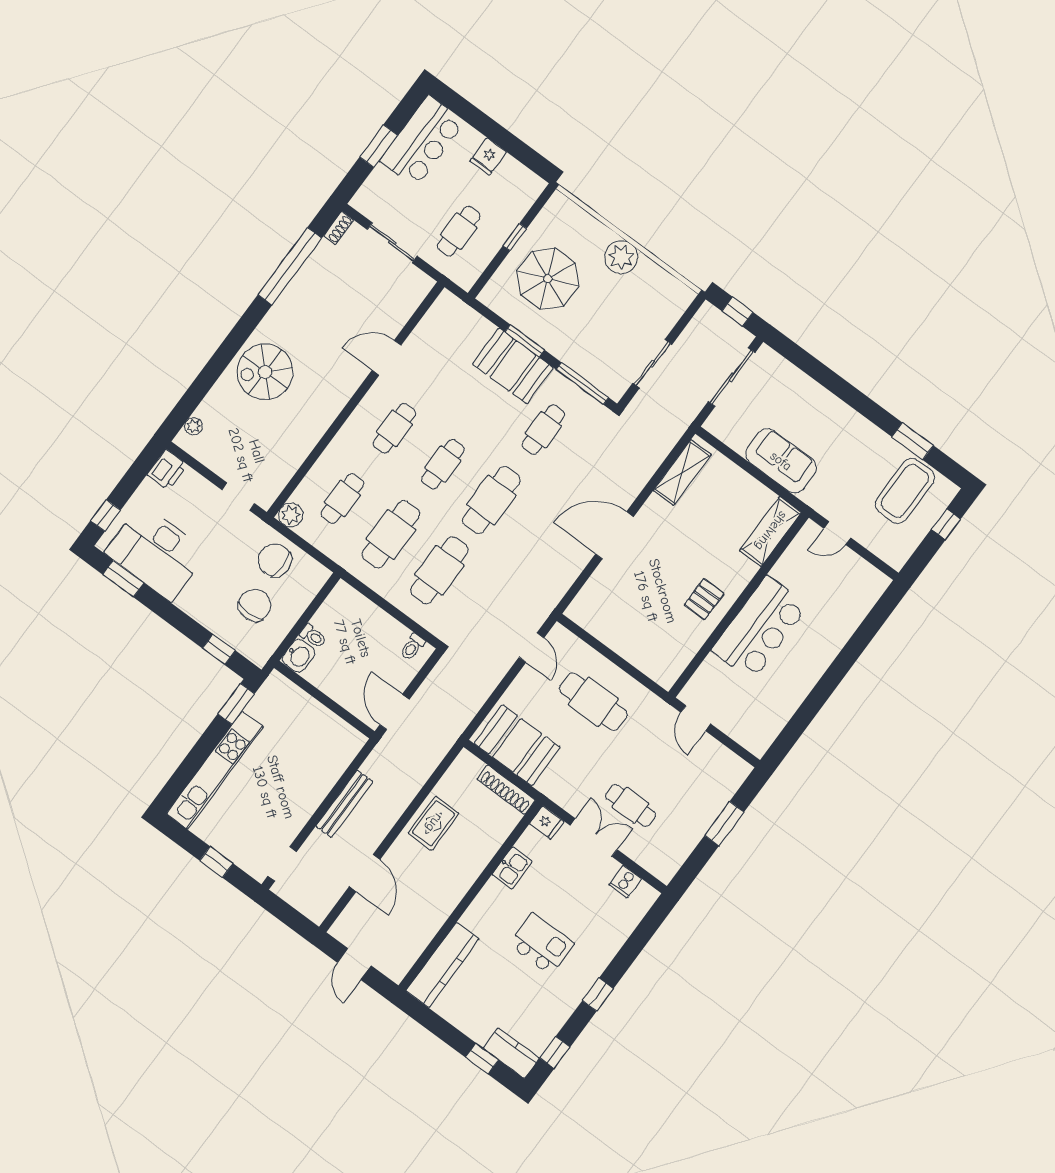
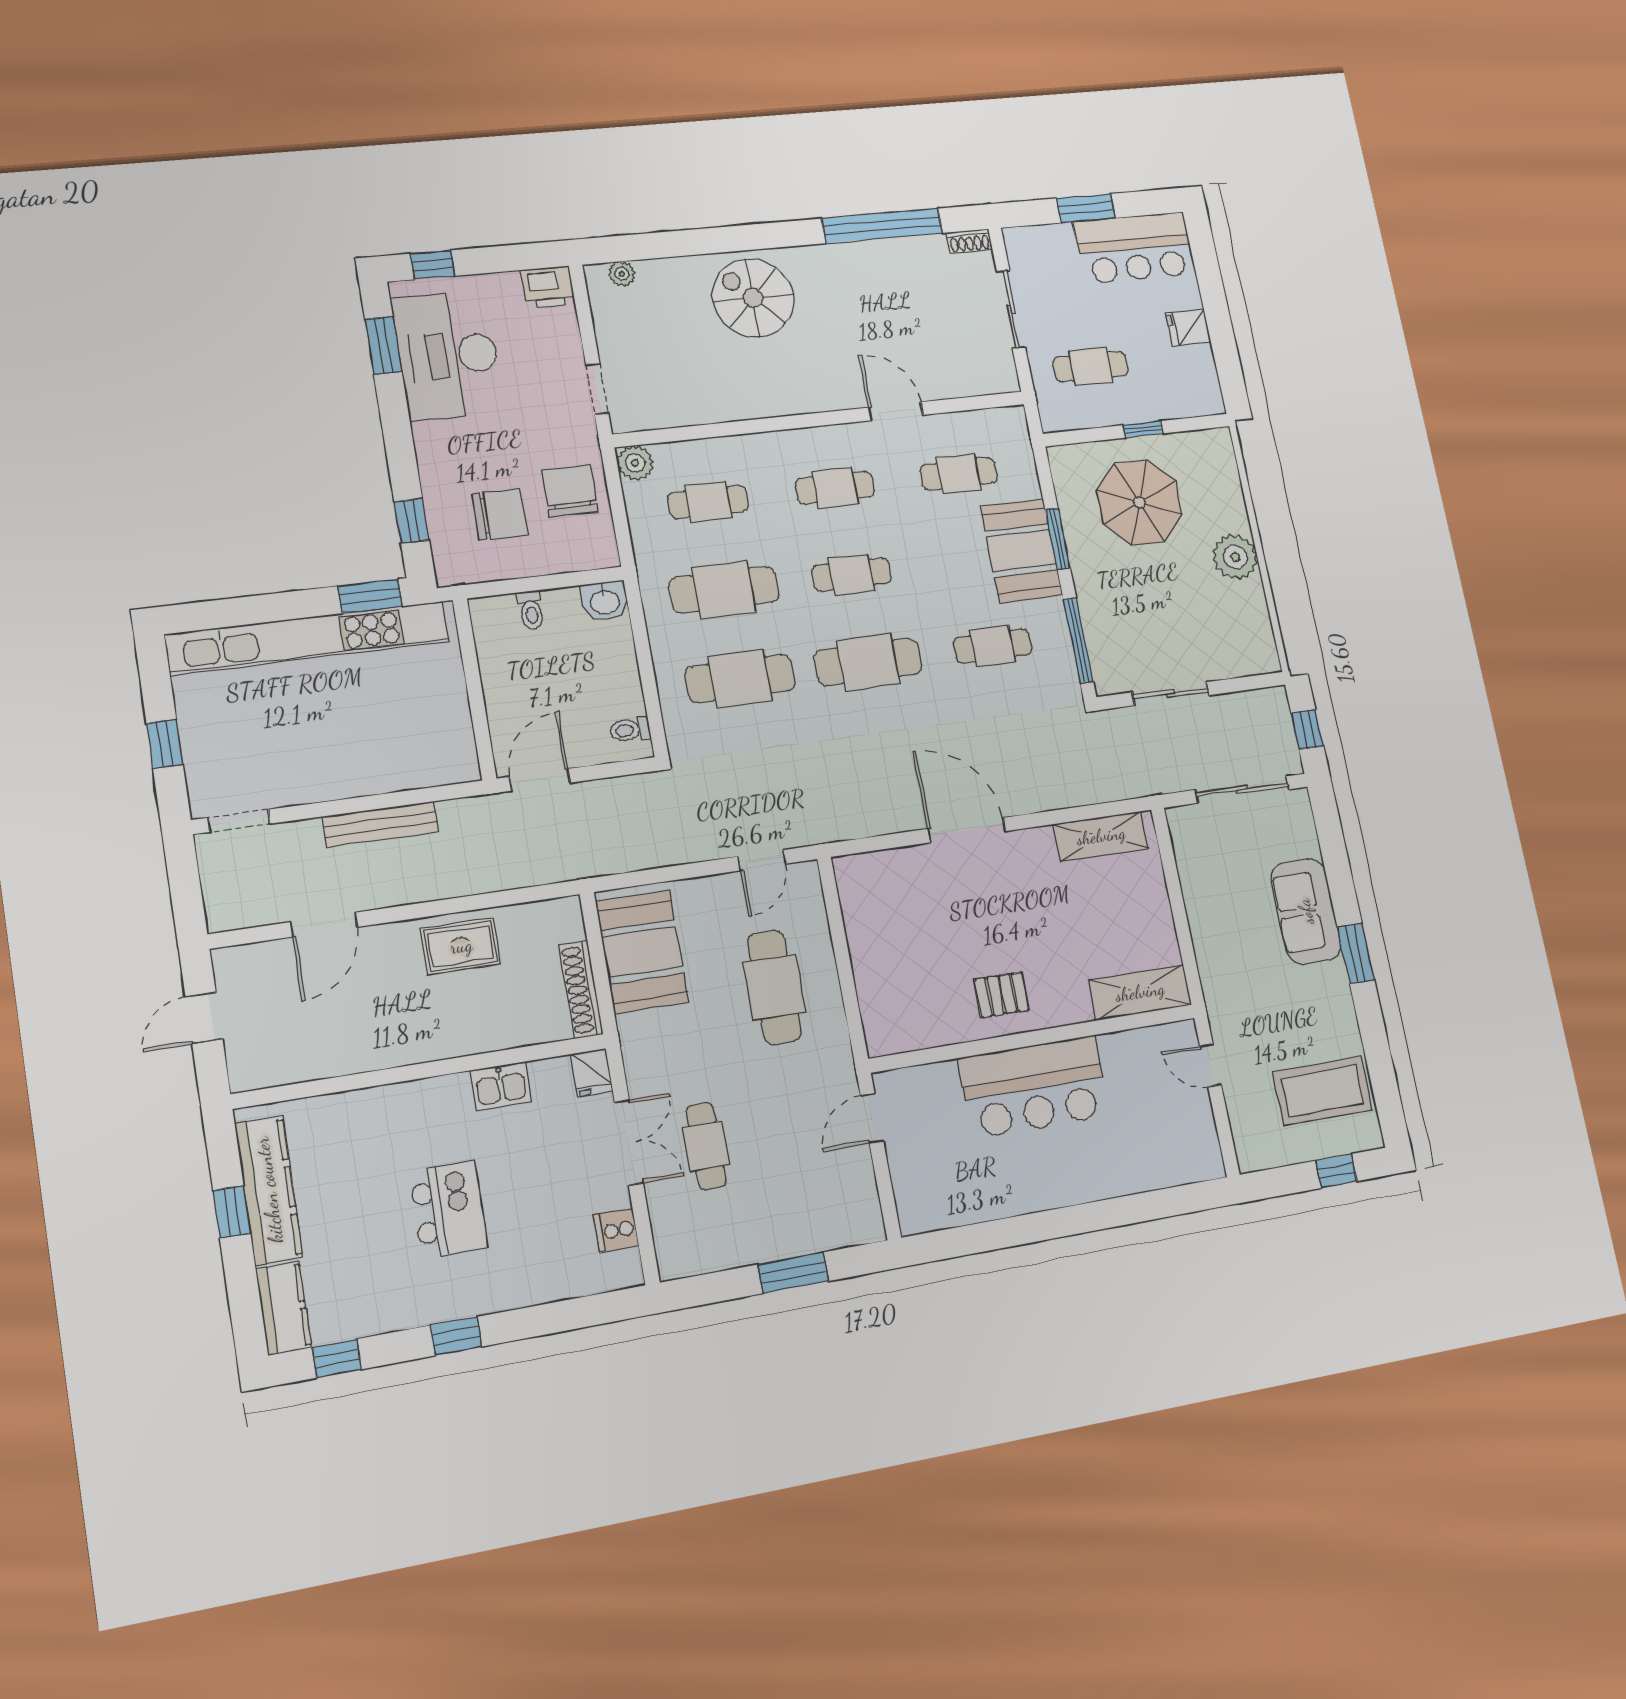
cafe table: (446, 358) -> (959, 474), added
window: (913, 441) -> (1356, 953), moved
sofa: (781, 461) -> (1306, 911), moved, turned 180
washbasin: (299, 656) -> (605, 601), moved
kitchen unit: (215, 770) -> (308, 638), width x1.36
kitchen counter: (442, 965) -> (269, 1190), moved, turned -90
window: (482, 1059) -> (232, 1212), moved

